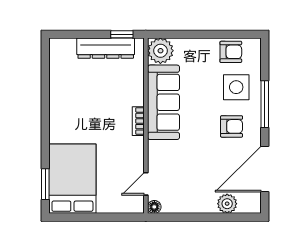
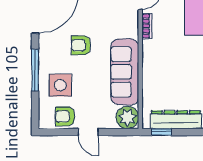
door: (205, 34) -> (88, 132), added
bookcase: (138, 121) -> (147, 26), moved
armchair: (232, 126) -> (81, 45), moved

